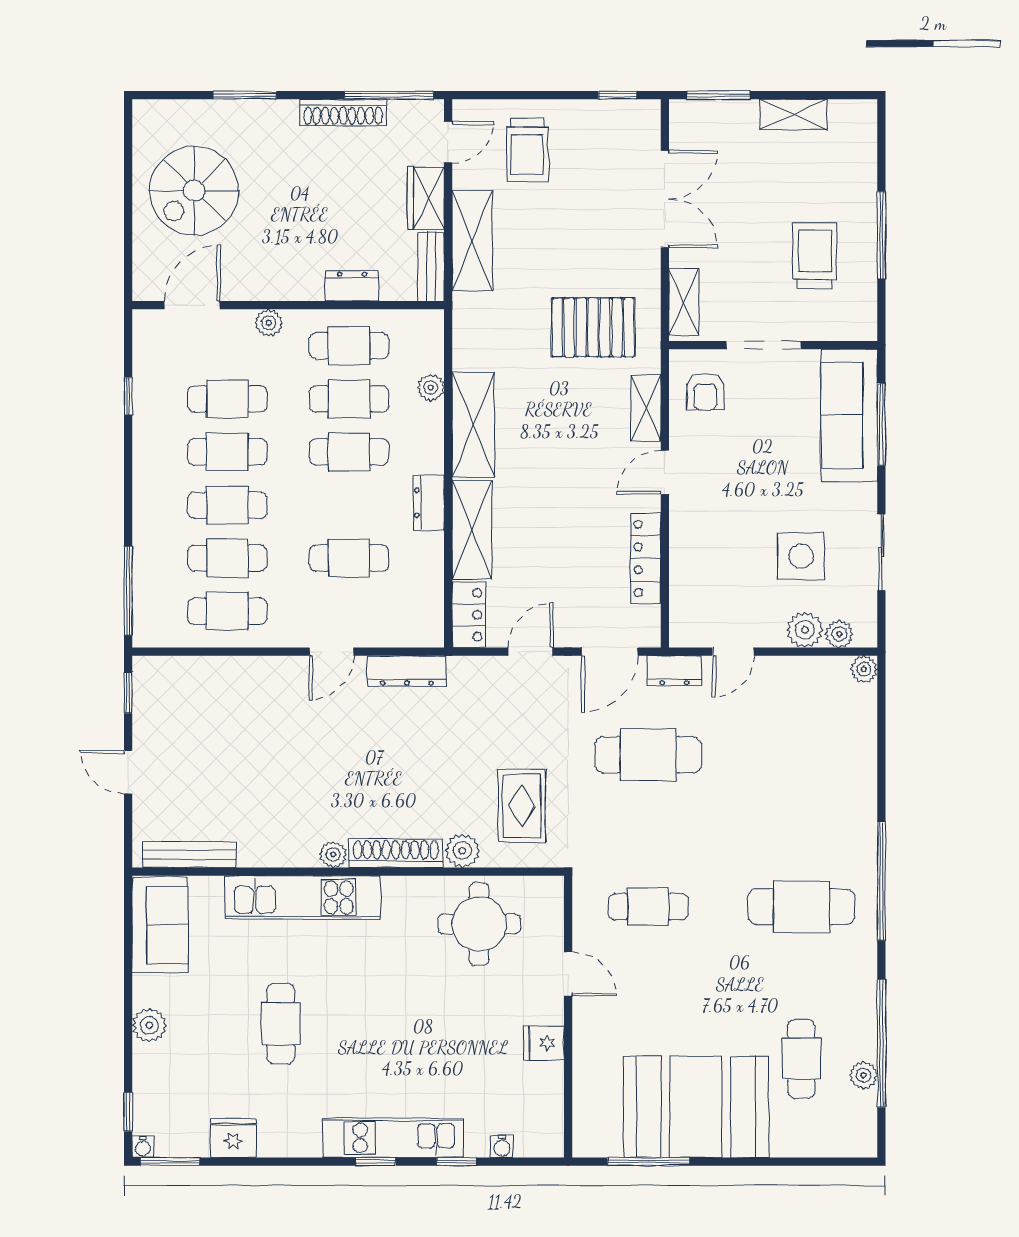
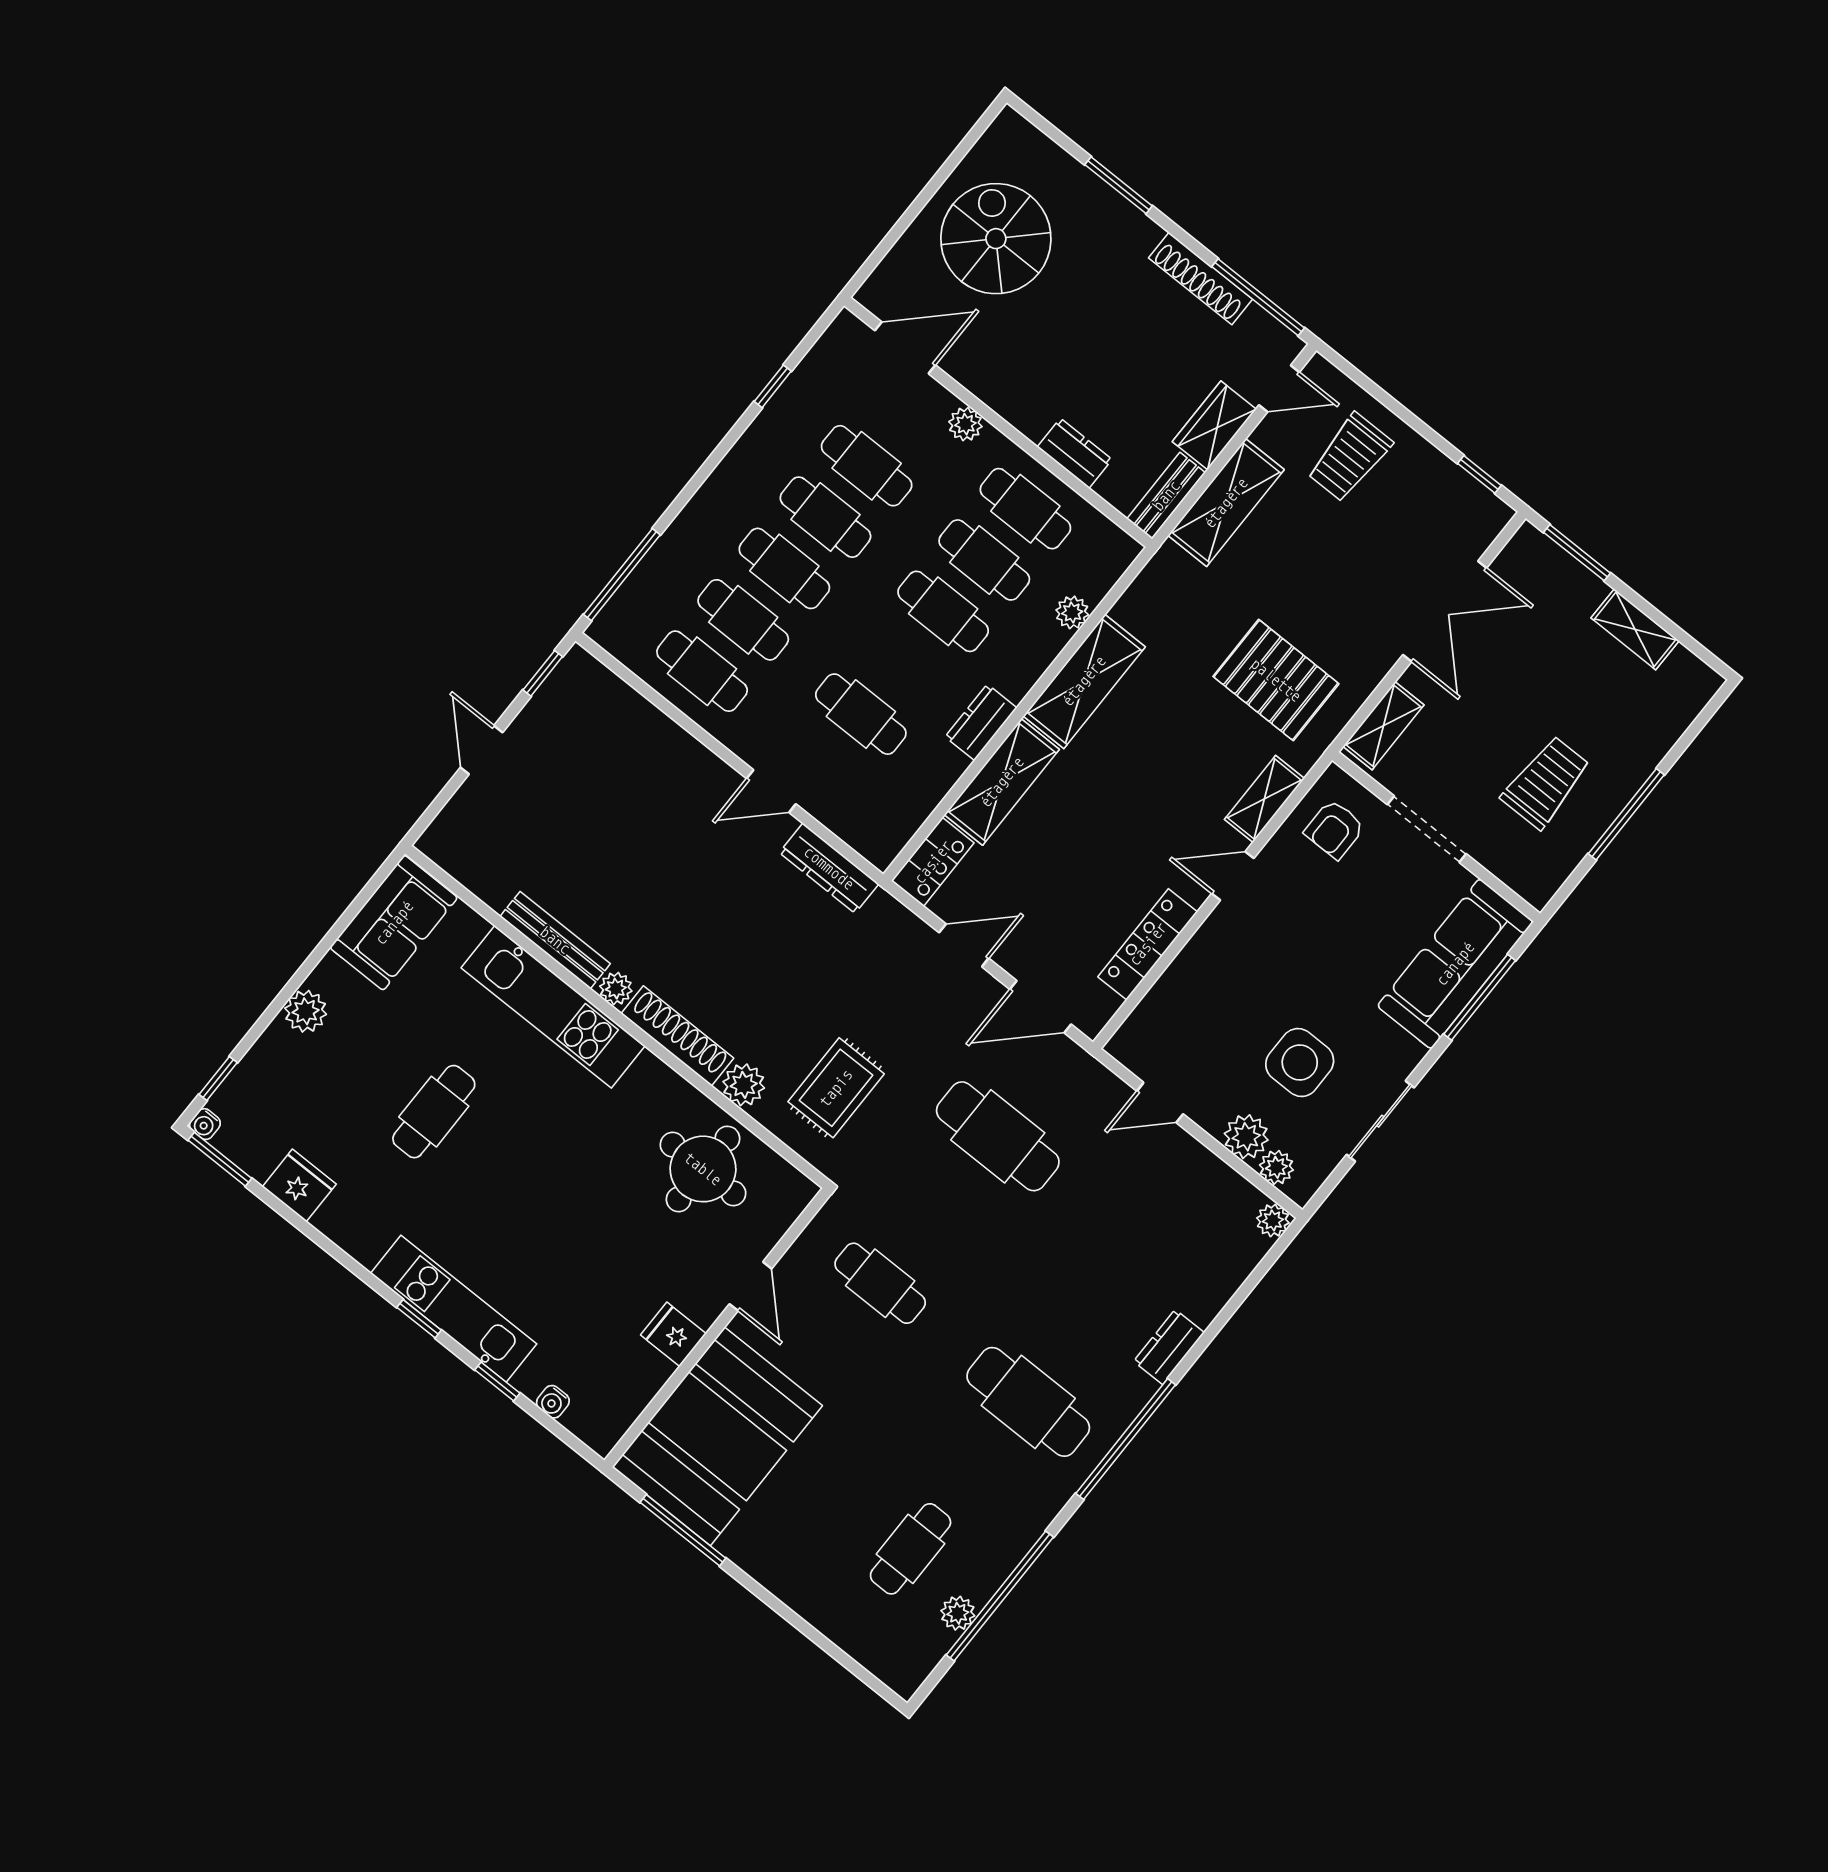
spiral stairs: (194, 191) -> (996, 239), turned 90
dresser: (674, 671) -> (1169, 1347), moved, turned 90
bench: (190, 855) -> (555, 940), moved
booth: (696, 1107) -> (717, 1436), moved, turned 90

